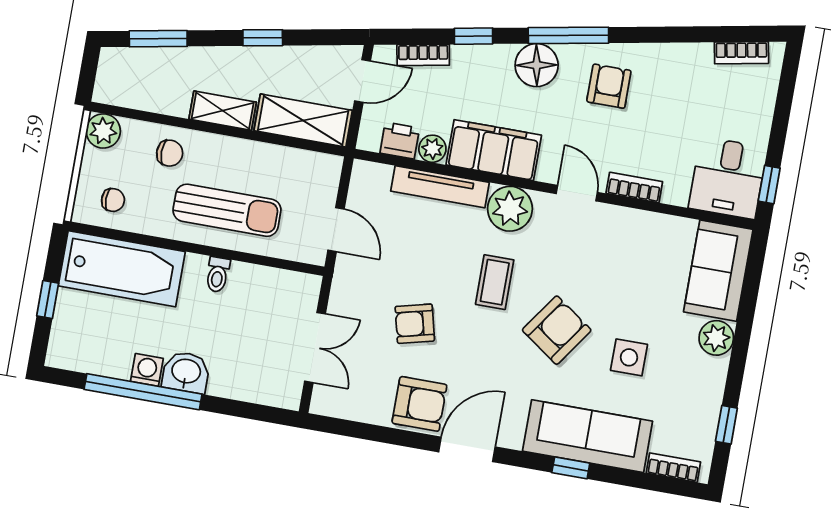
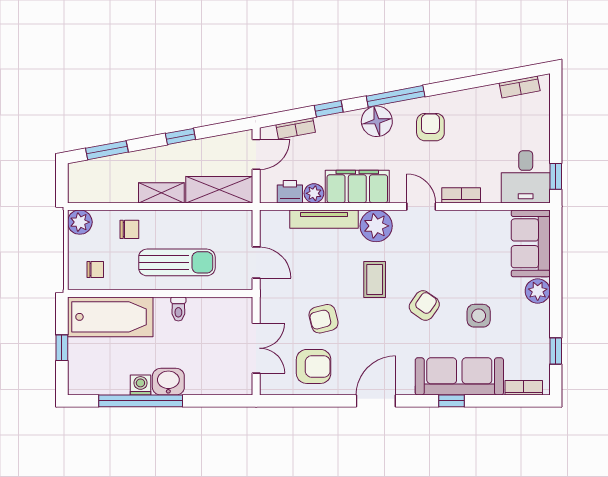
armchair: (557, 330) -> (424, 306), width x0.72, depth x0.72
armchair: (419, 404) -> (314, 366), moved

